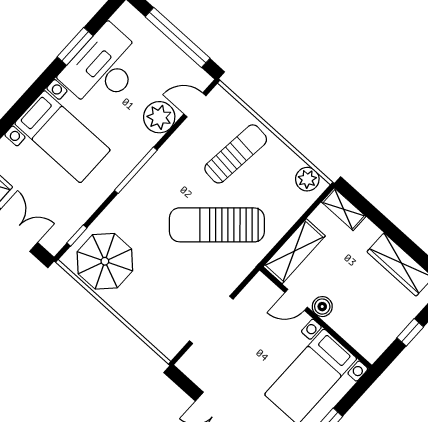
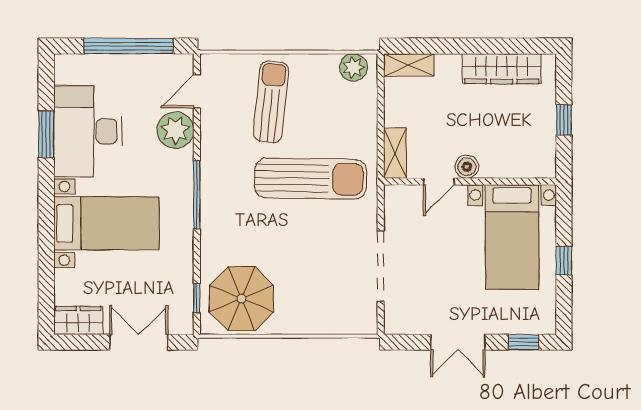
sun lounger: (217, 225) -> (311, 179), turned -137
shelving: (294, 251) -> (395, 153), width x0.67, depth x0.75

